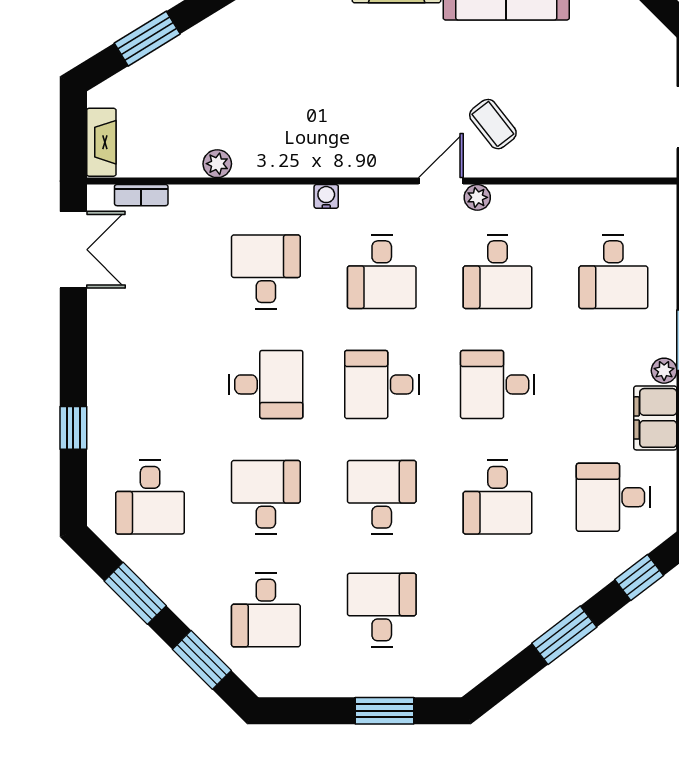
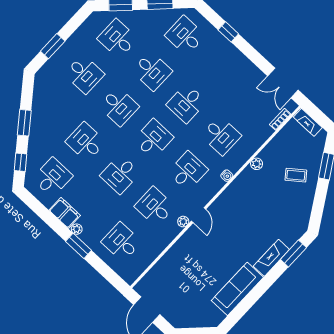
coffee table: (493, 124) -> (296, 175), moved
plant: (217, 164) -> (257, 164), moved
desk: (382, 272) -> (188, 171), turned 90
desk: (498, 384) -> (120, 174), turned 180

